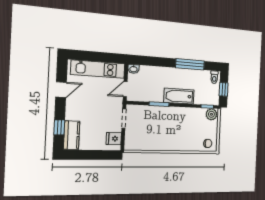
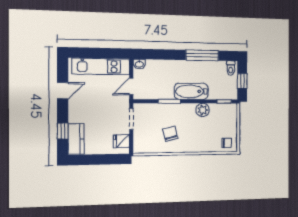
plant: (211, 114) -> (203, 110), moved
chair: (158, 134) -> (170, 134), added

